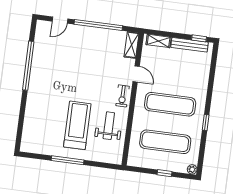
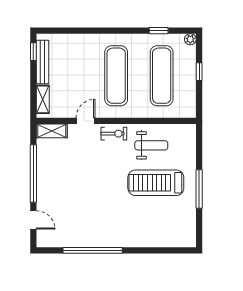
window: (206, 122) -> (159, 31), moved
weight bench: (109, 126) -> (151, 145), turned 180

